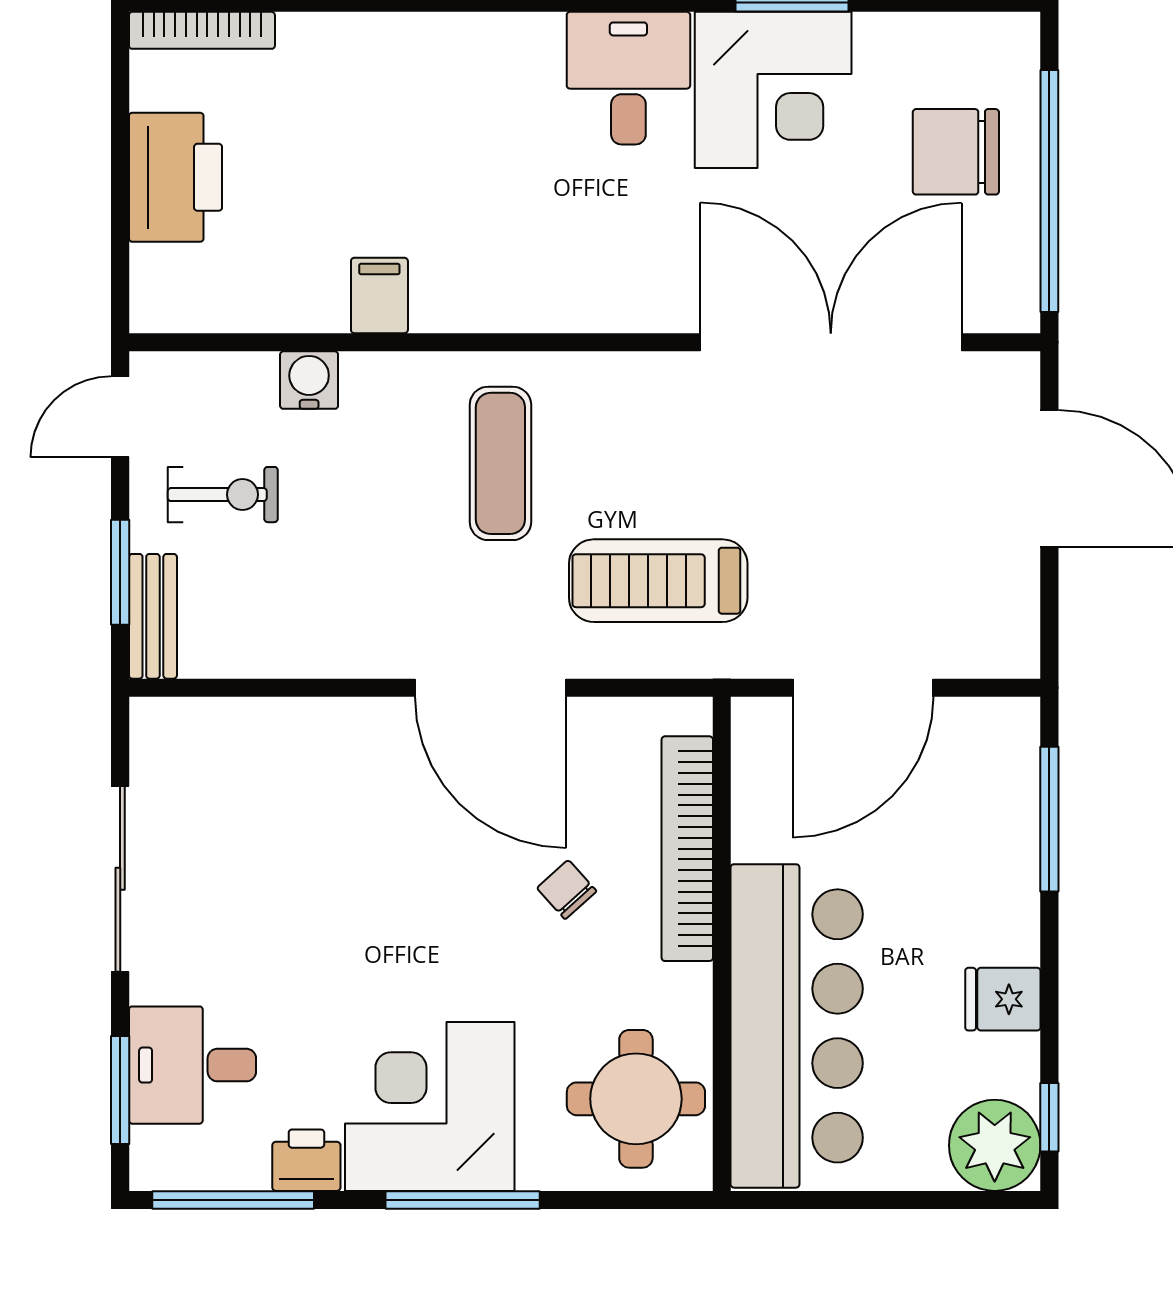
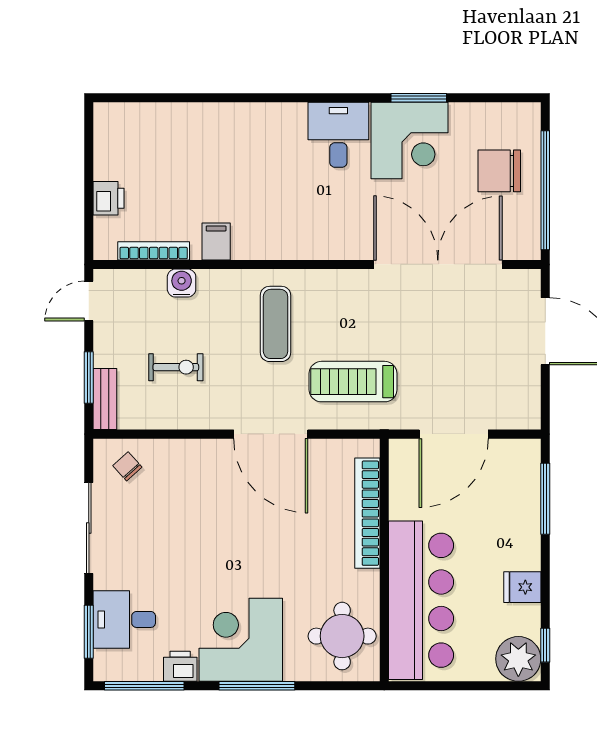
bookcase: (202, 30) -> (154, 251), moved, turned 180
printer: (176, 177) -> (109, 198), width x0.53, depth x0.68
exercise bike: (223, 495) -> (176, 367), moved
chair: (567, 890) -> (127, 466), moved

